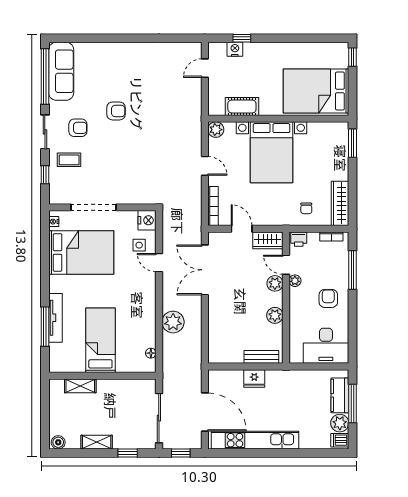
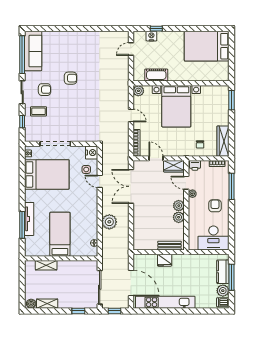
window: (353, 57) -> (232, 42), removed
bed: (316, 91) -> (207, 46), moved
plant: (275, 283) -> (179, 206), moved
shelving: (97, 442) -> (47, 304), moved

